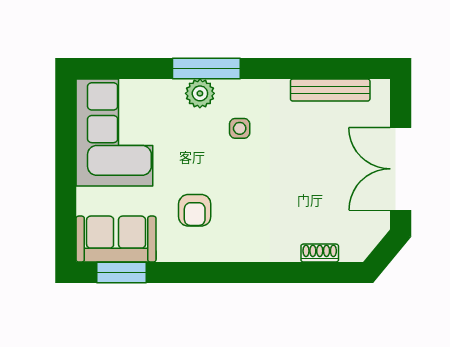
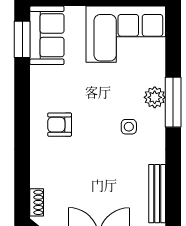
armchair: (195, 210) -> (60, 125), moved
shoe rack: (320, 253) -> (37, 202), moved

